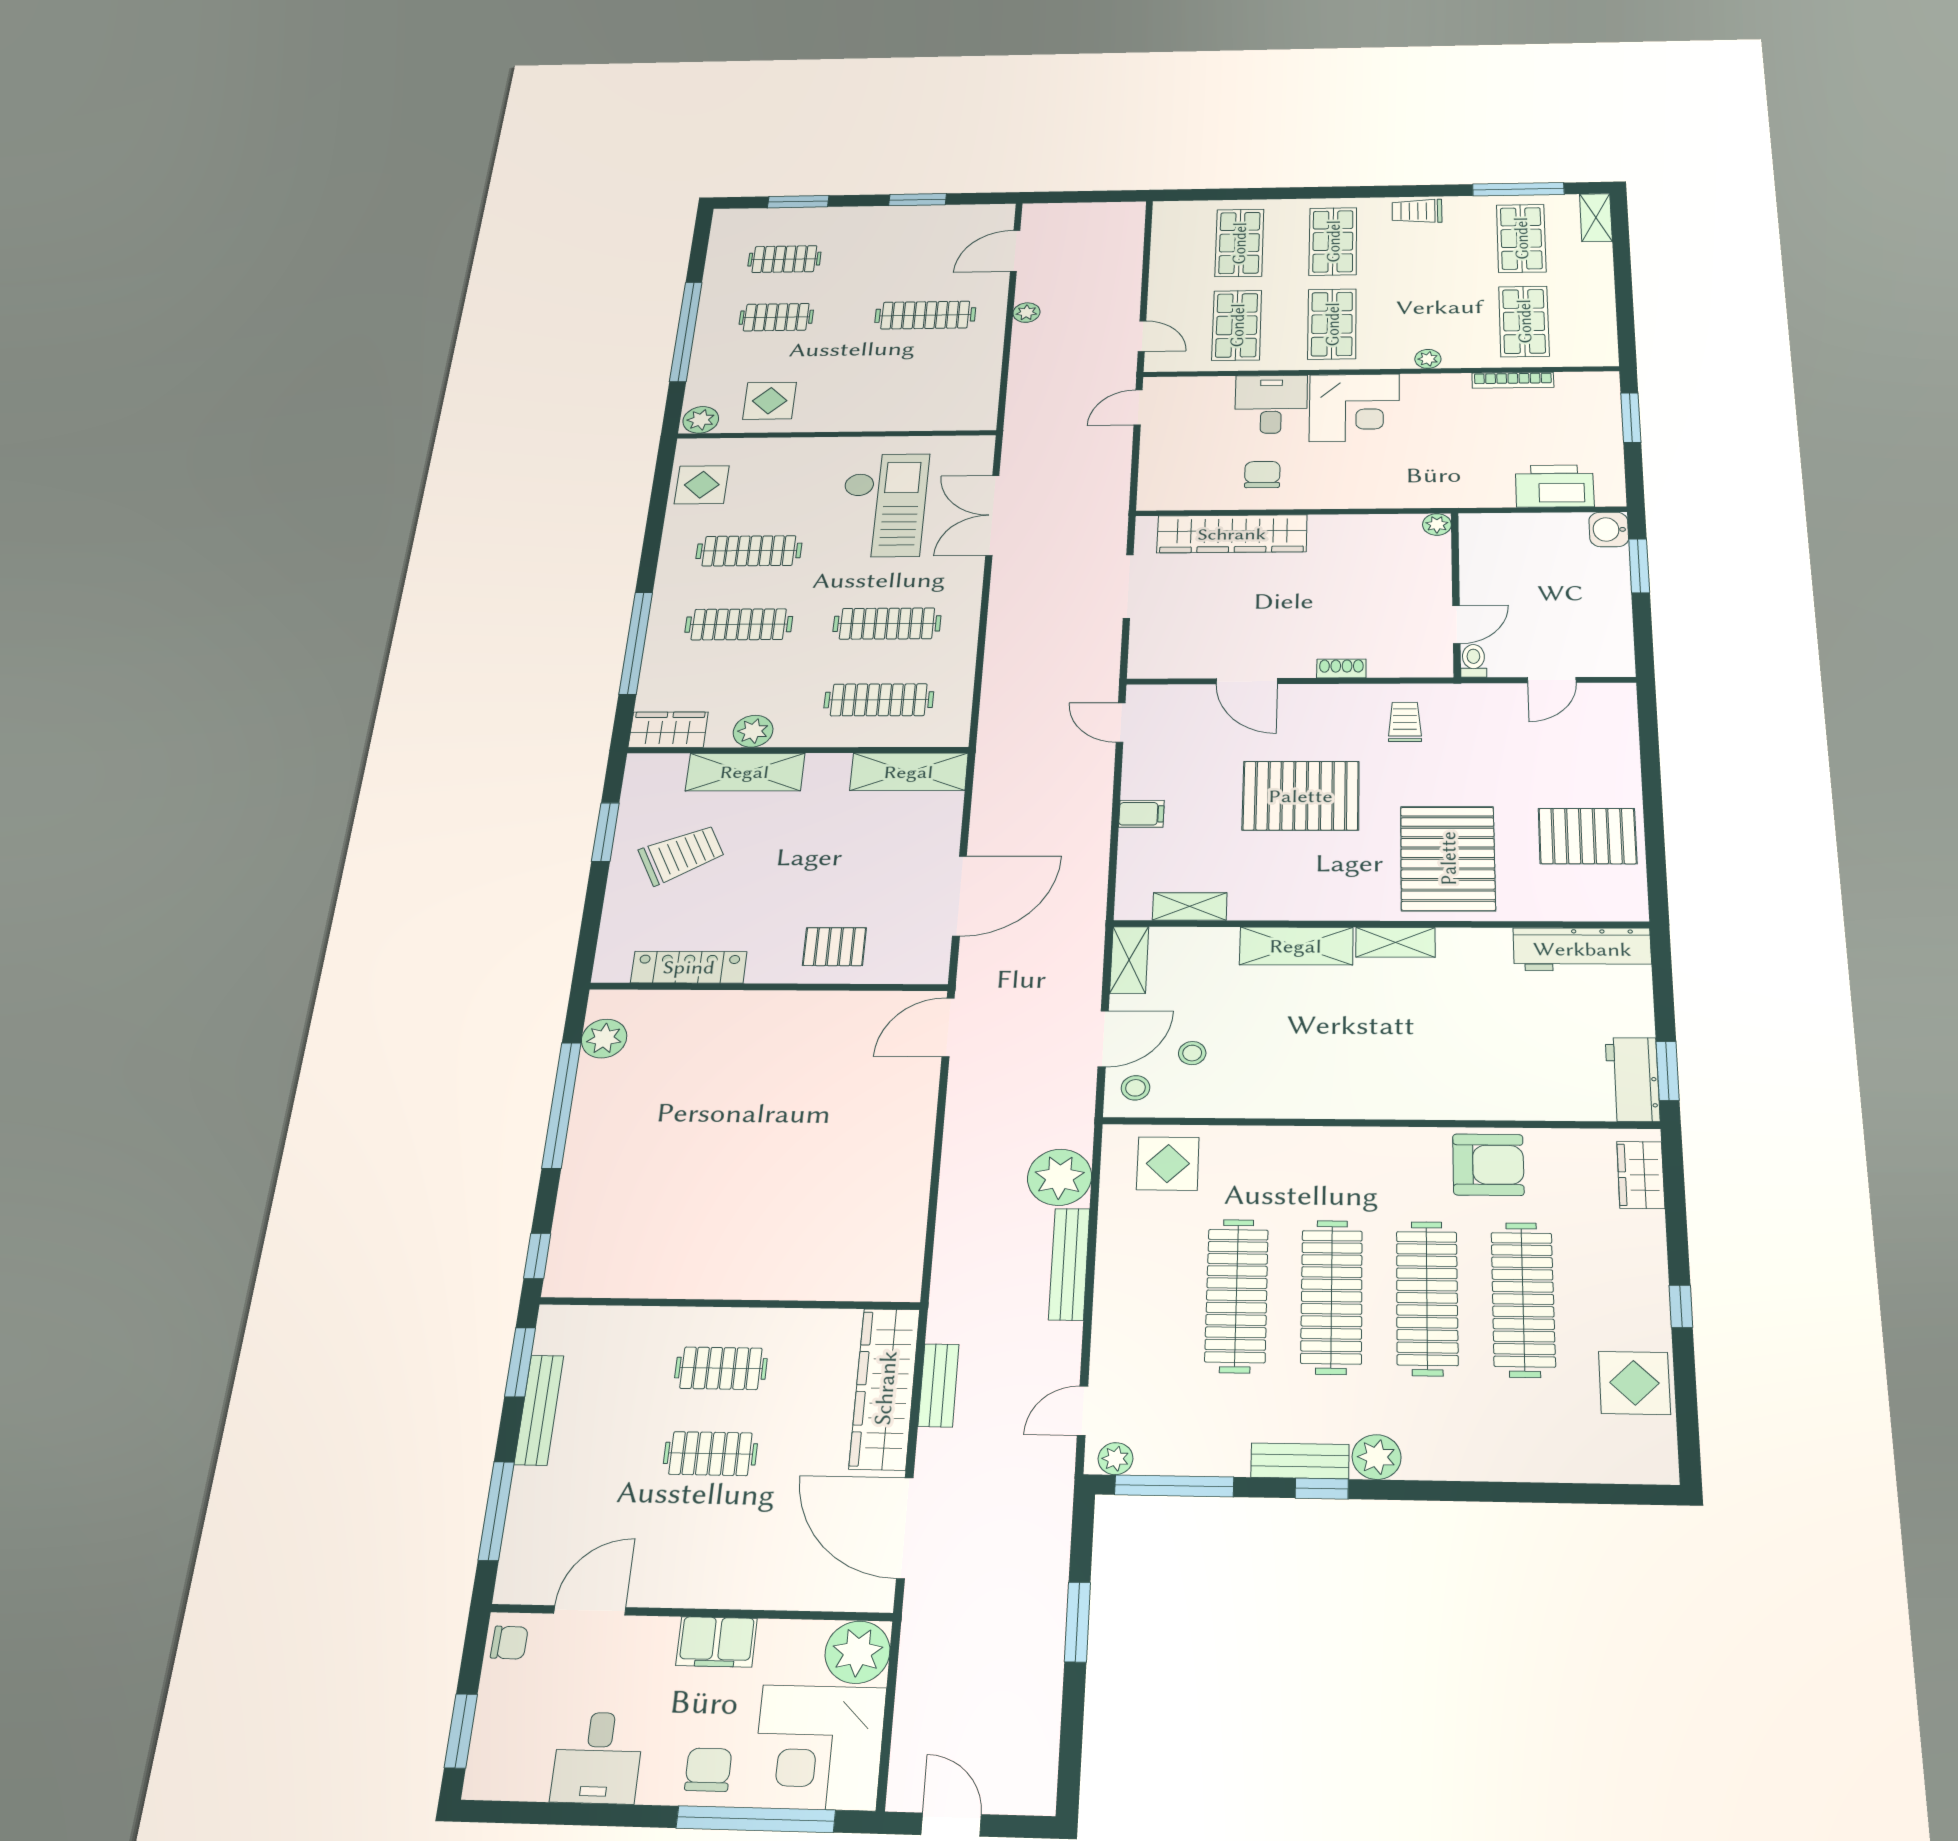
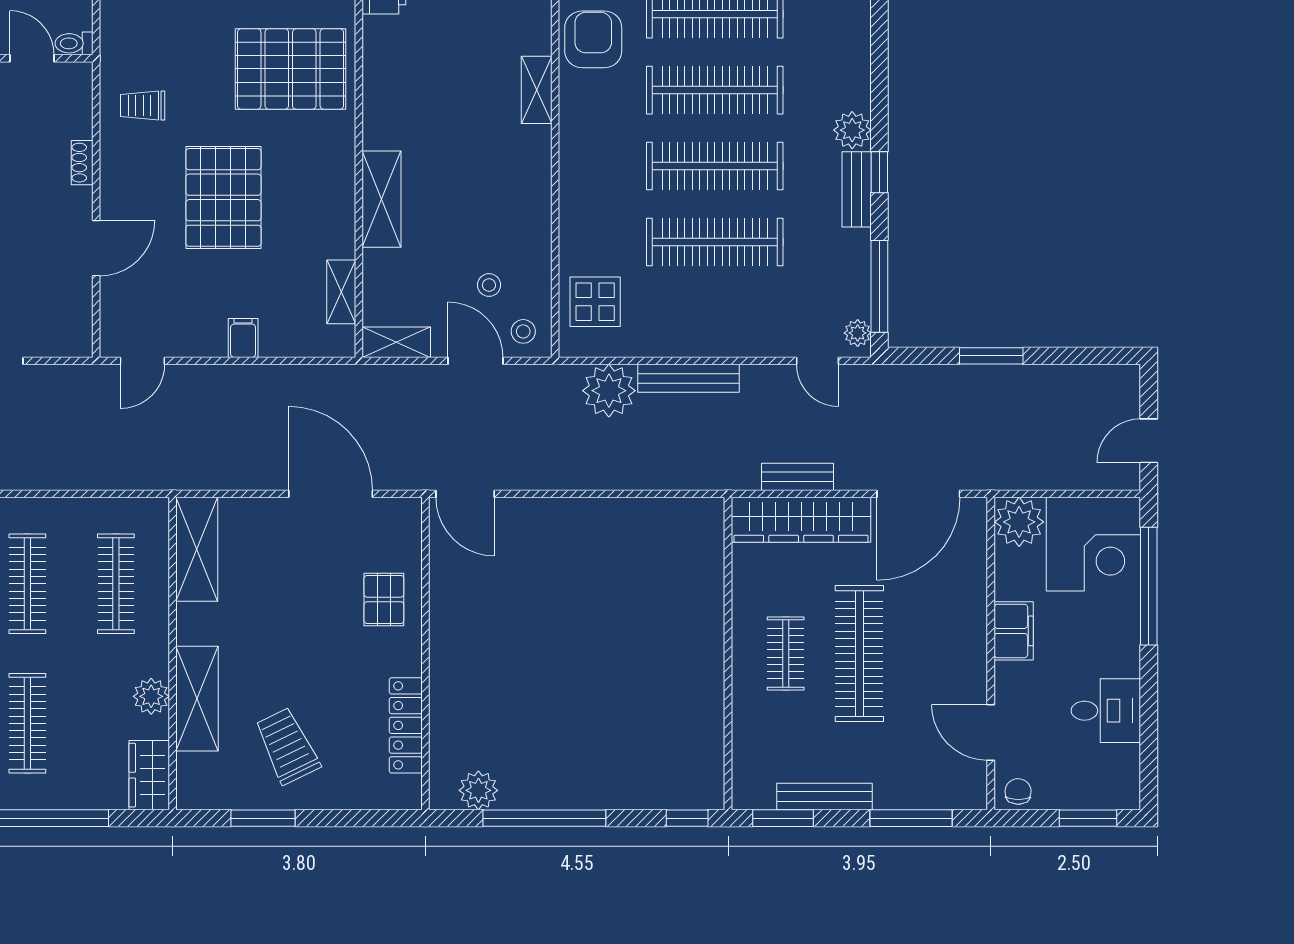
shelving: (1395, 942) -> (537, 90), moved
clothes rail: (710, 1454) -> (859, 654), width x1.86, depth x1.31
chair: (708, 1770) -> (1113, 626), removed

